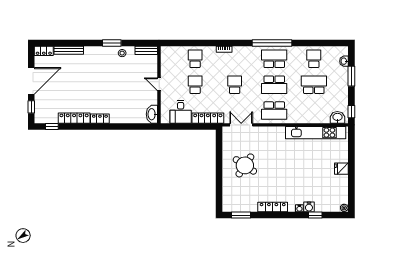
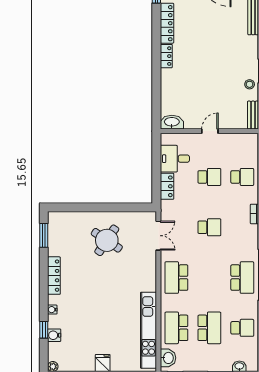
school desk: (274, 85) -> (176, 328), moved
locker: (208, 118) -> (167, 186), width x0.66
water cooler: (309, 207) -> (54, 335), moved

